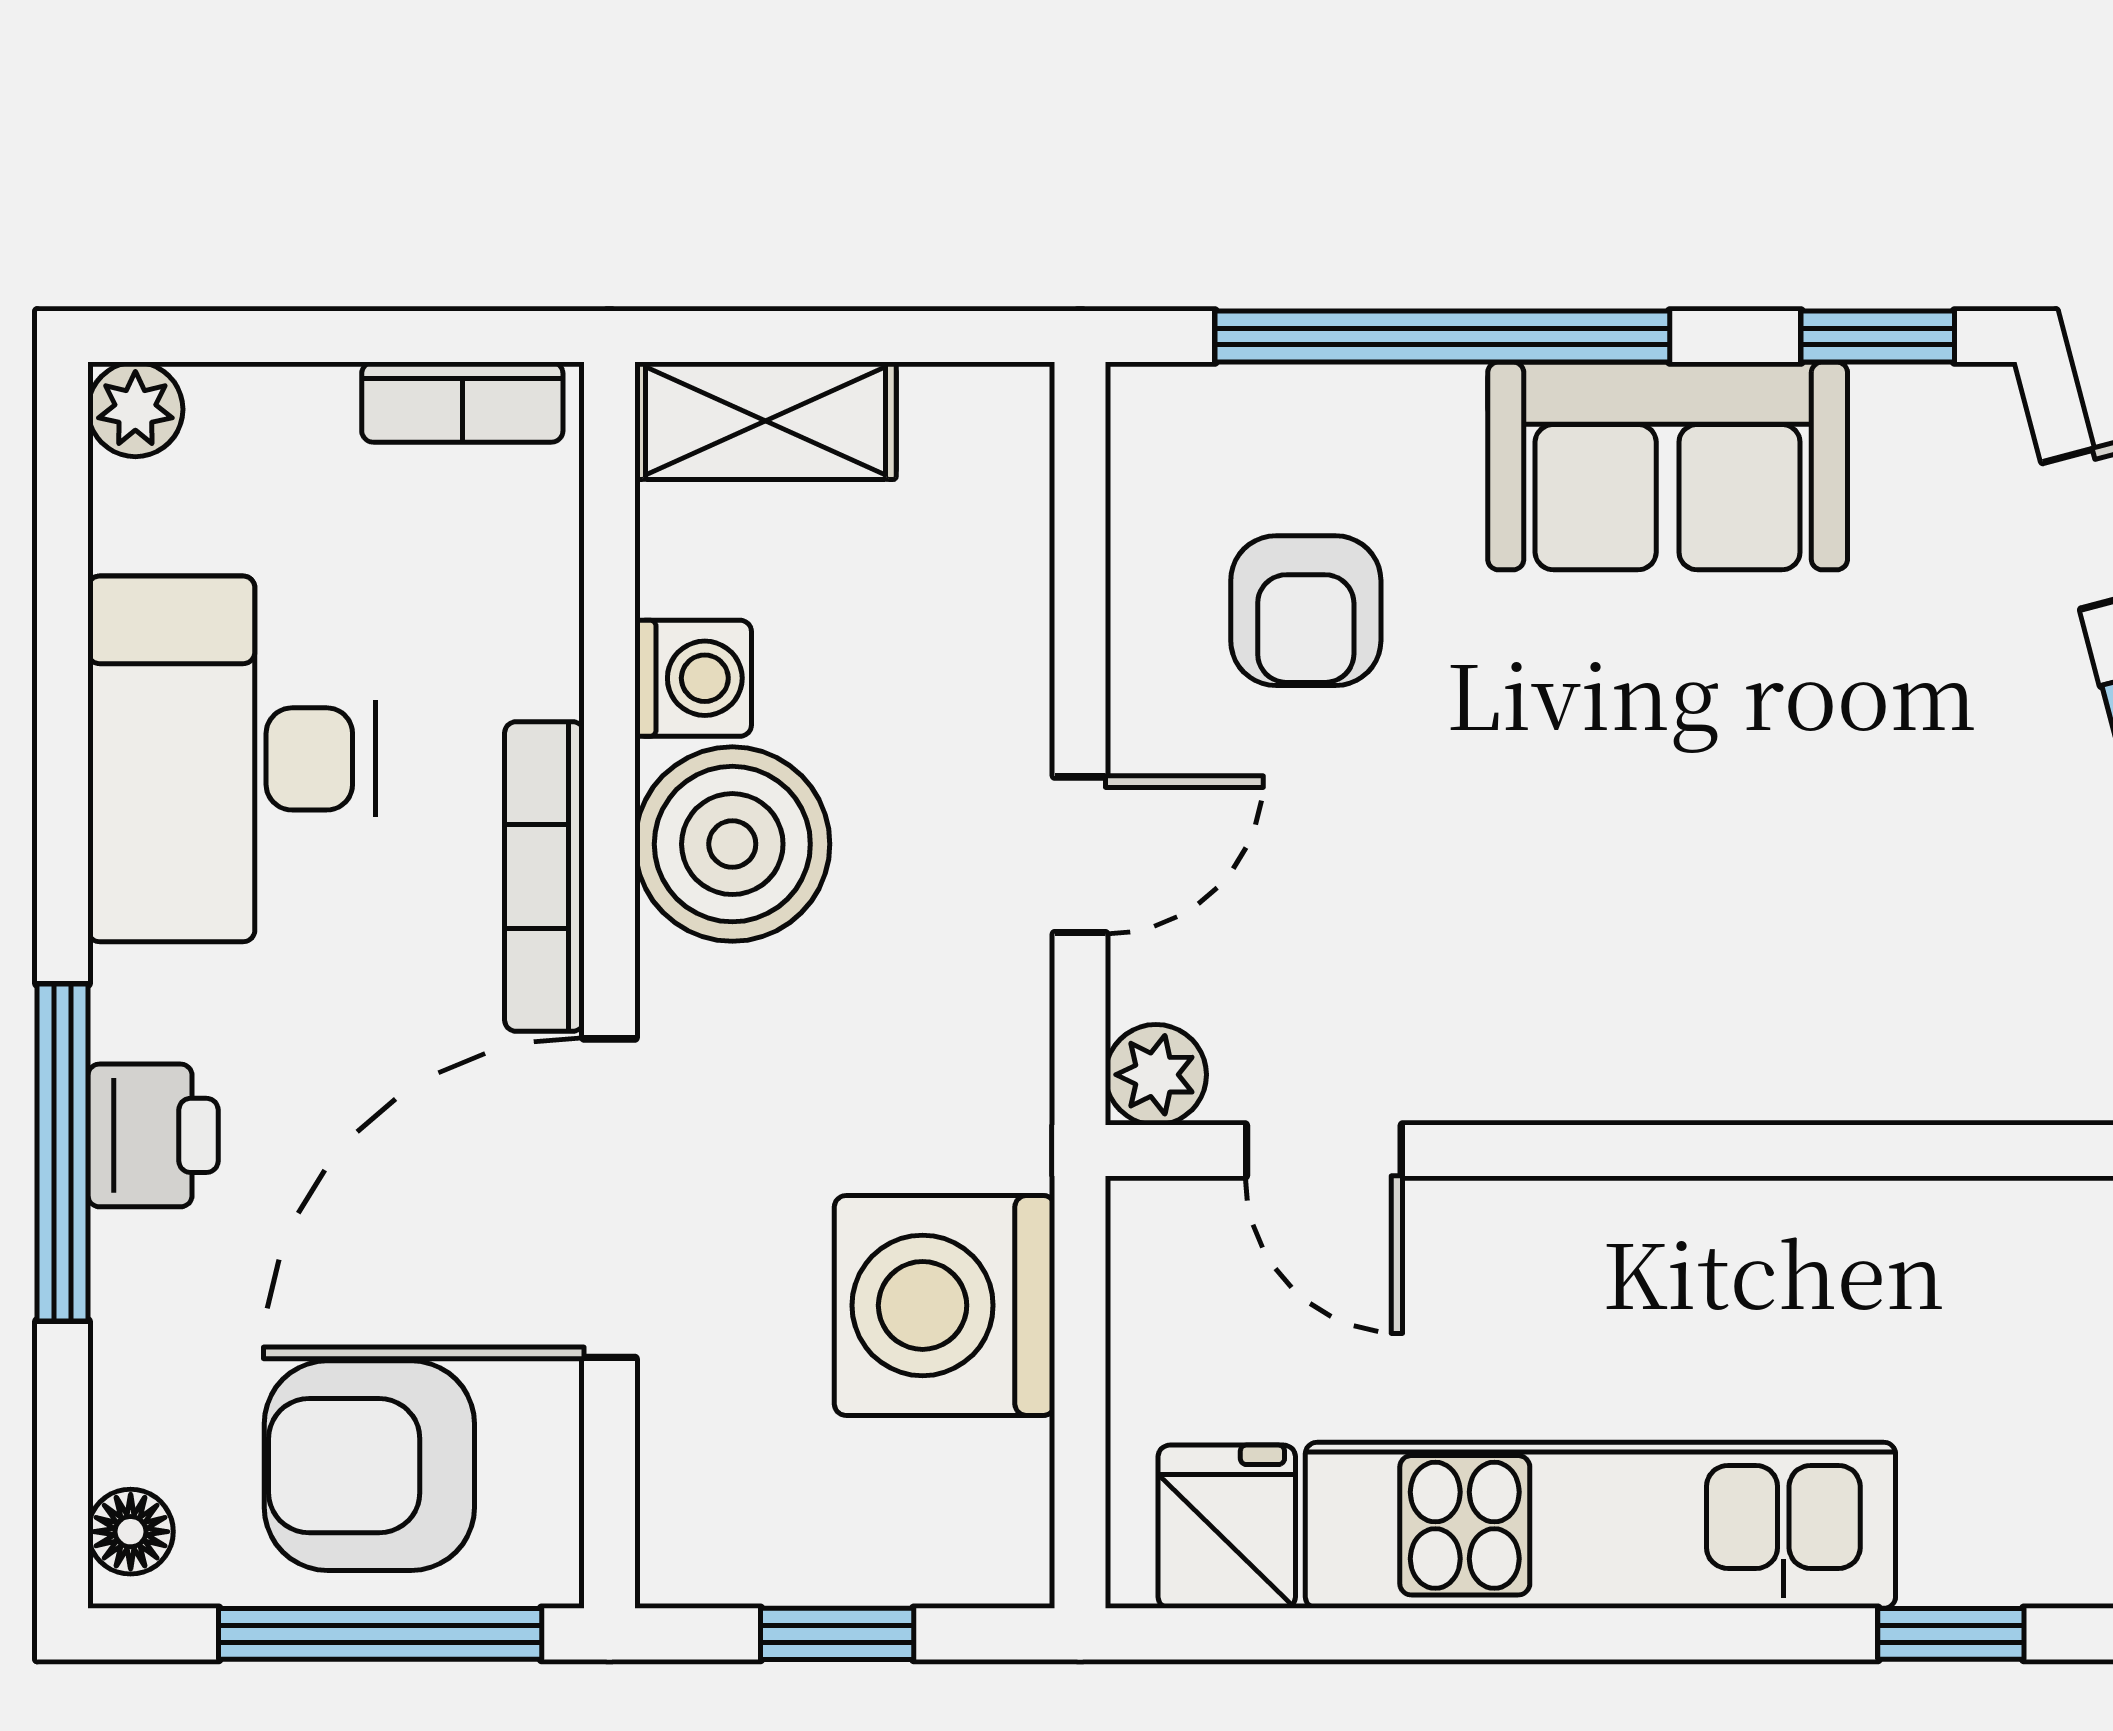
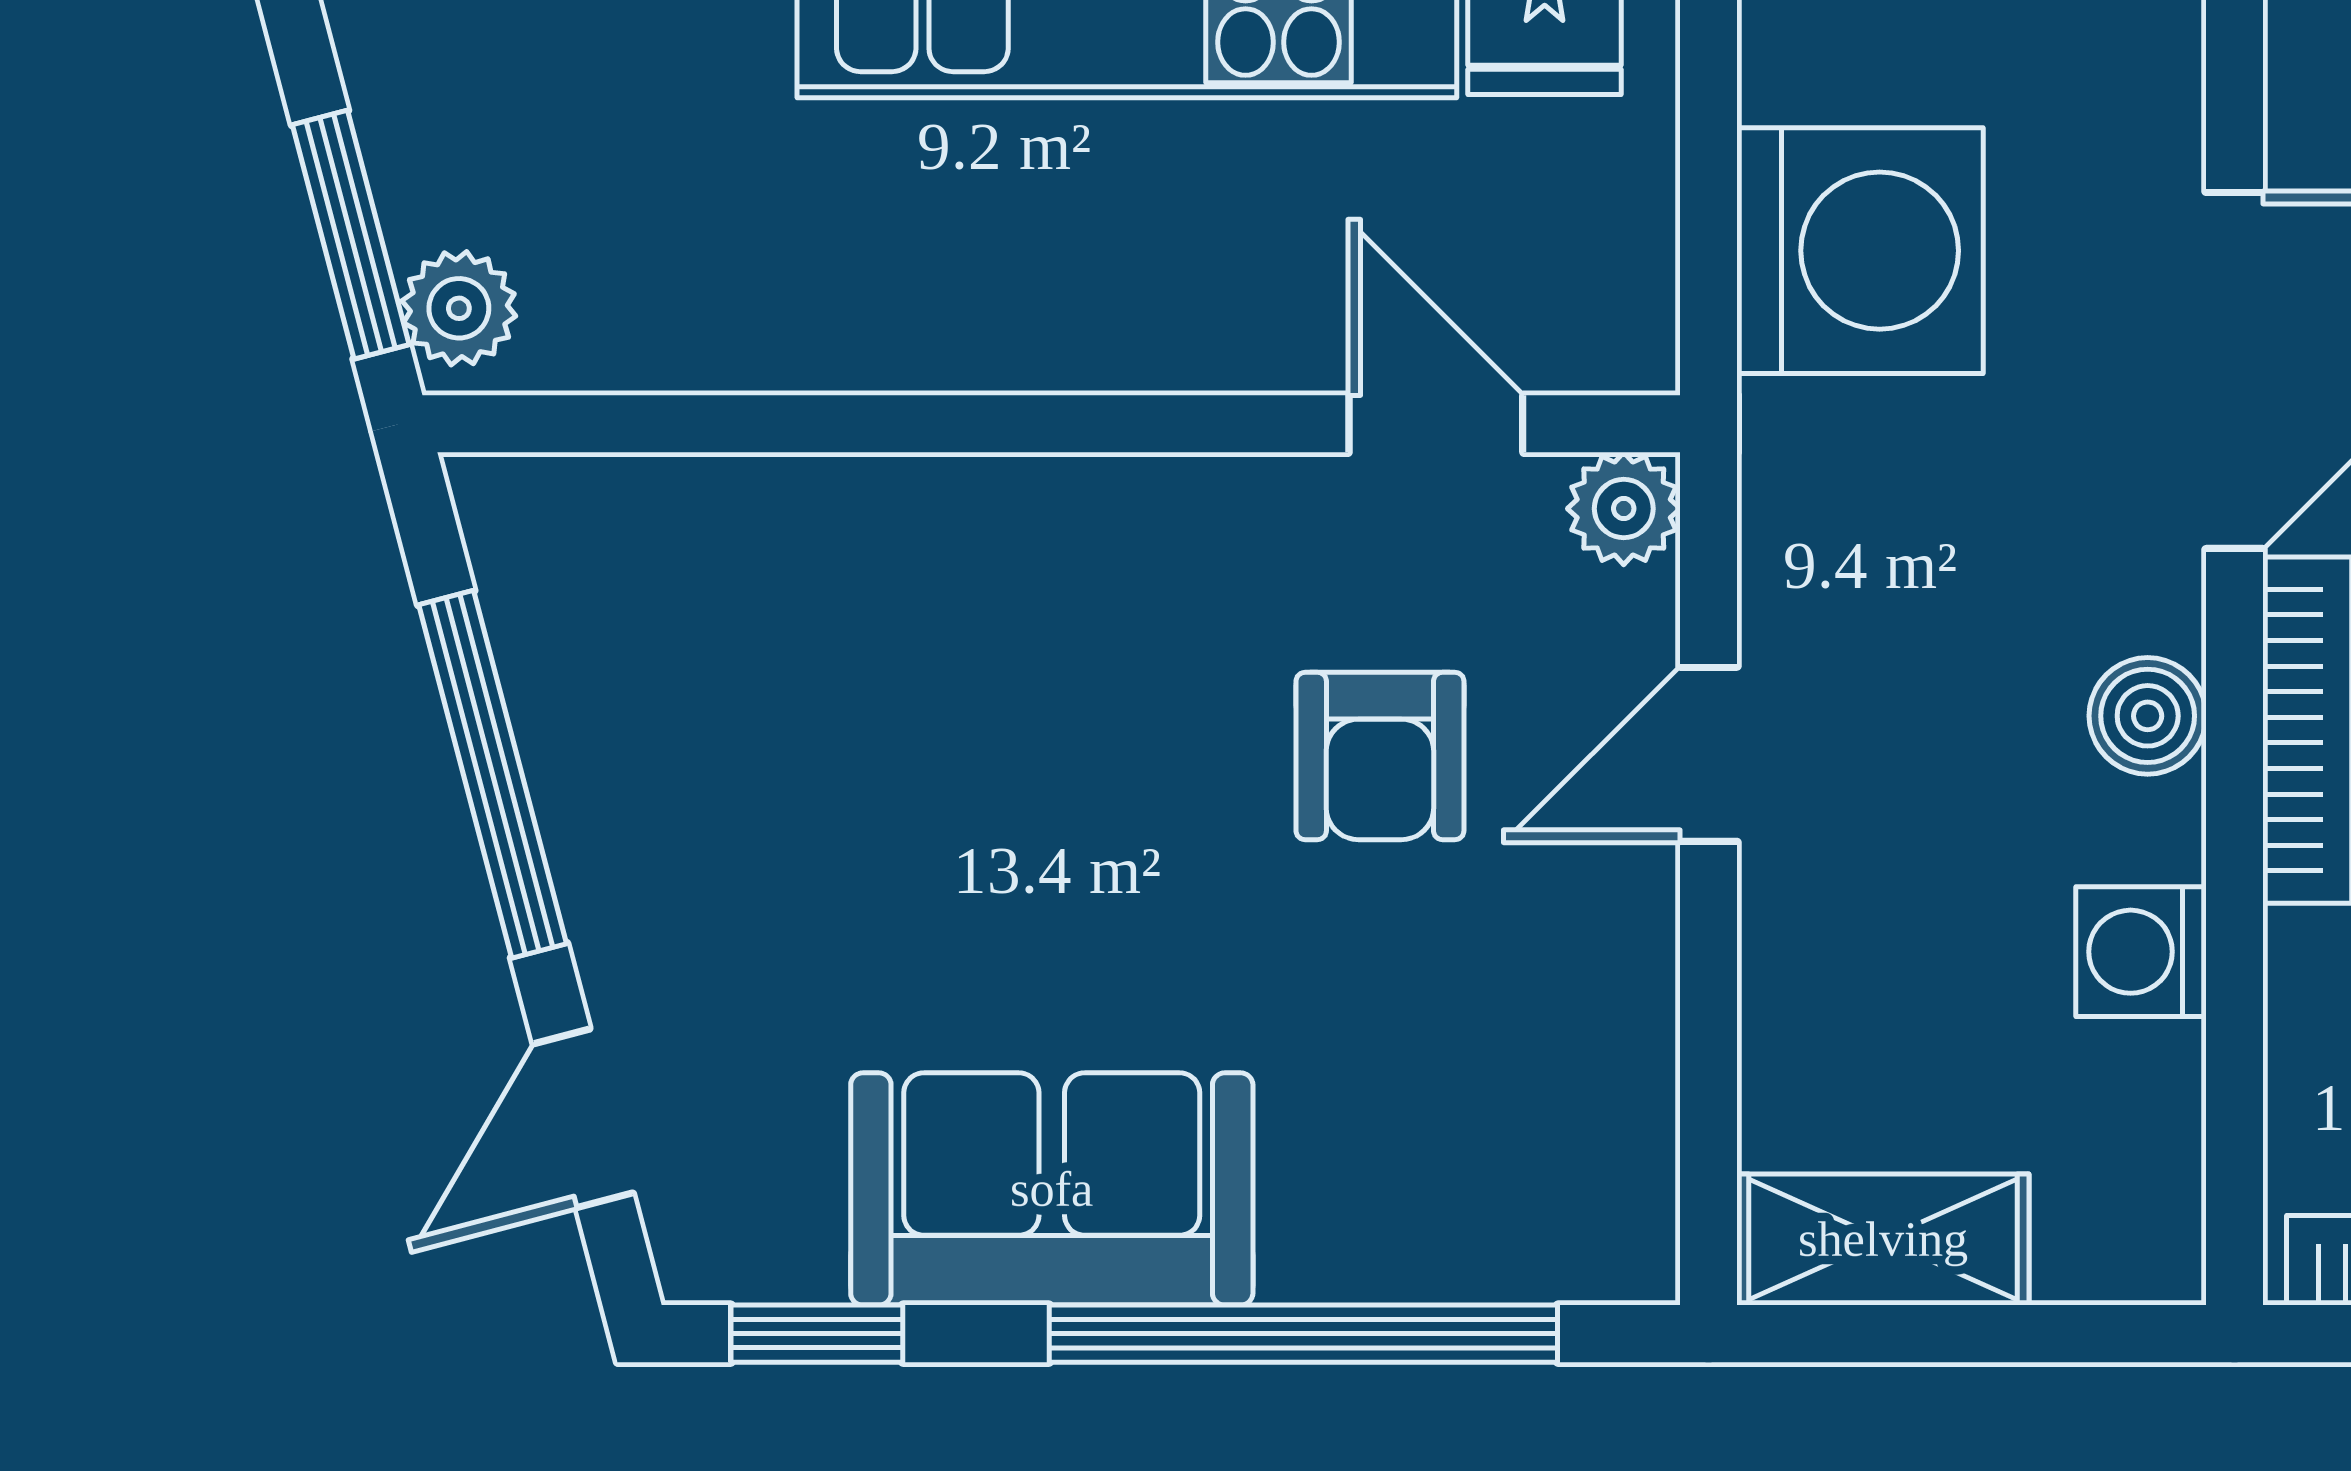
shelving: (766, 421) -> (1883, 1239), moved
armchair: (1306, 611) -> (1380, 756), moved, turned 180
boiler: (732, 844) -> (2148, 716), width x0.54, depth x0.54

